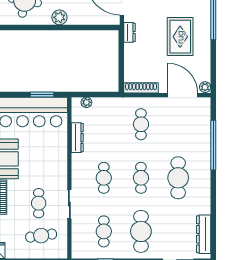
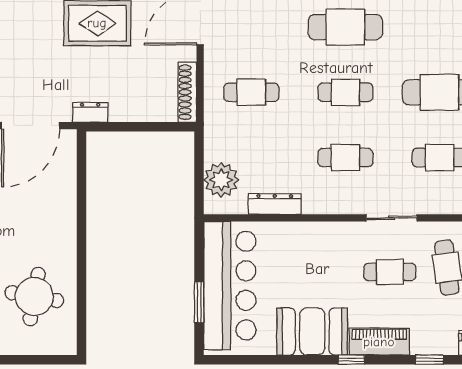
plant: (59, 17) -> (64, 235), removed
window: (42, 94) -> (199, 302), moved
plant: (86, 102) -> (221, 180), width x1.88, depth x1.88

